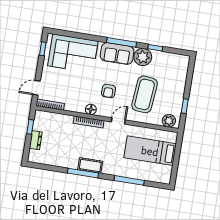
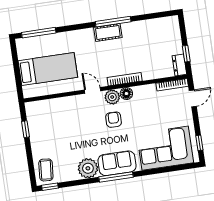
window: (155, 48) -> (50, 187), moved
coffee table: (145, 94) -> (46, 170), moved, width x0.54, depth x0.58
door: (118, 121) -> (93, 90), swing flipped
plant: (169, 121) -> (112, 97), moved
dresser: (36, 140) -> (179, 65), moved
window: (129, 180) -> (39, 33), moved

